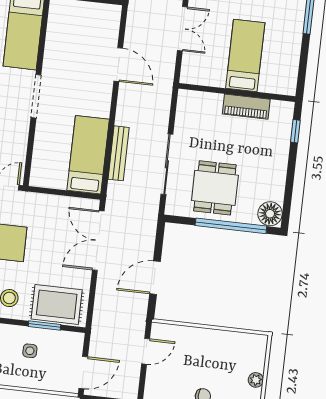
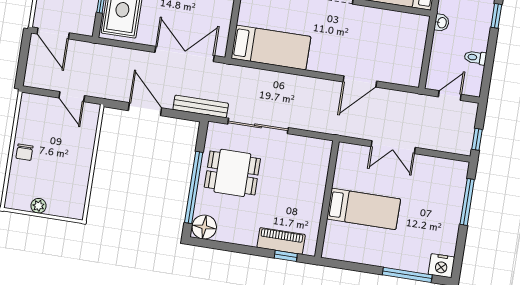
piano: (246, 107) -> (281, 241), moved, turned 90
bench: (119, 153) -> (201, 106), moved

